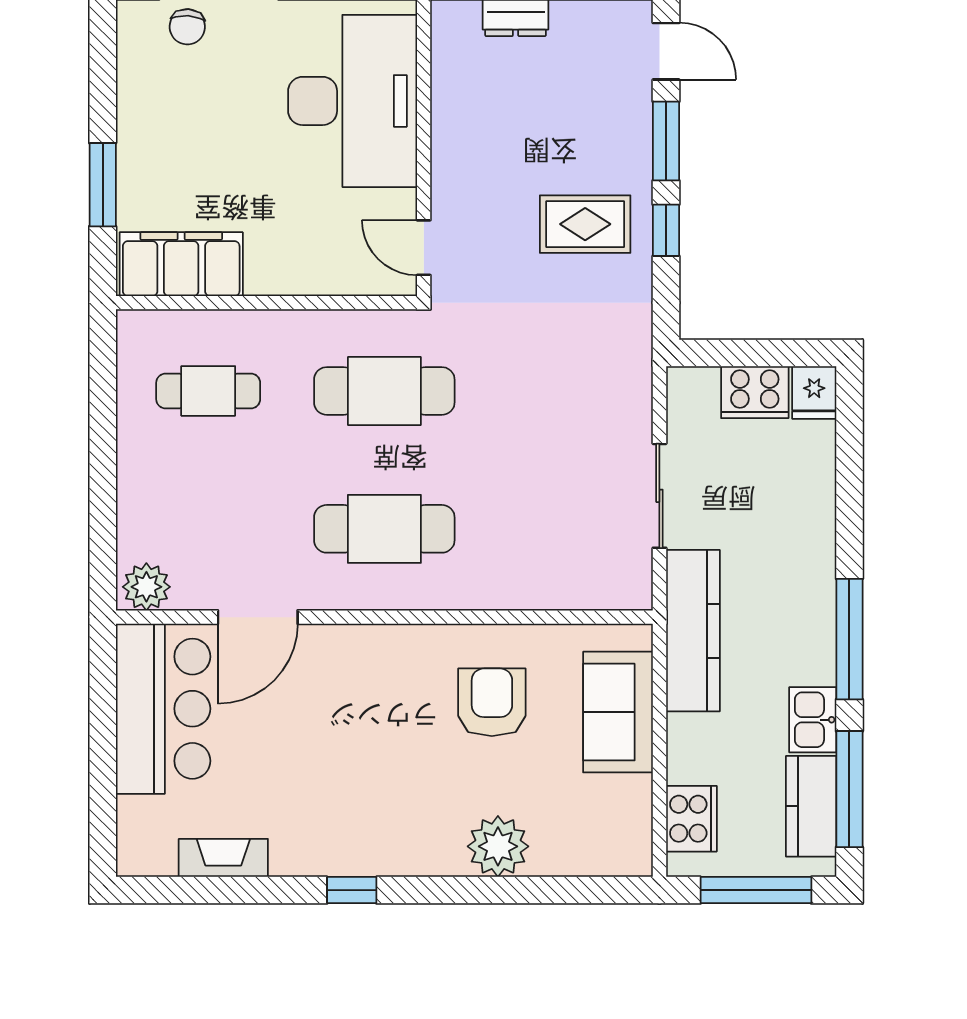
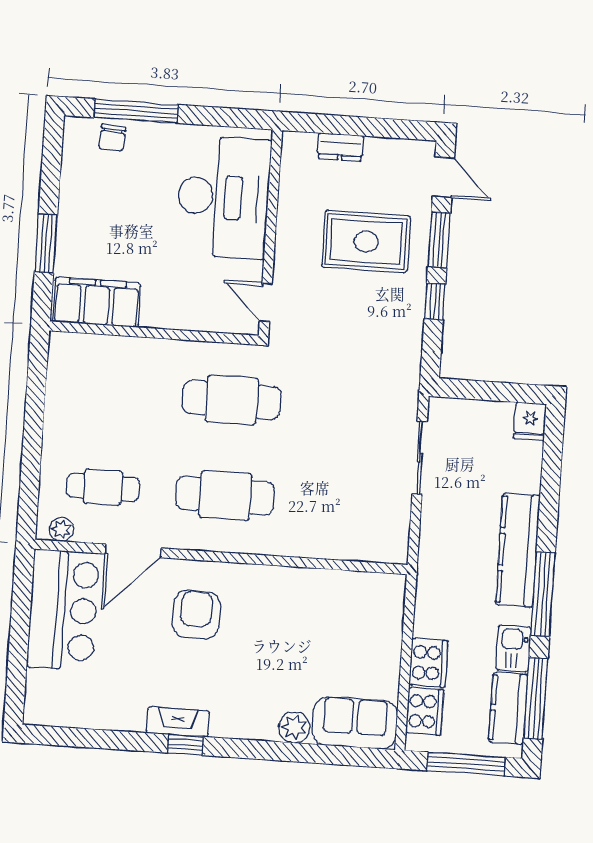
rug: (585, 224) -> (366, 242), moved, width x1.36, depth x1.43
cafe table: (208, 391) -> (103, 487), moved
cooker: (755, 392) -> (428, 663), moved, turned -90
sliding door: (659, 496) -> (420, 458), moved
plant: (146, 587) -> (61, 529), width x0.73, depth x0.73
kitchen counter: (693, 631) -> (518, 550), moved, turned 180
armchair: (492, 702) -> (196, 615), moved
sofa: (618, 712) -> (355, 723), moved, turned 90
plant: (498, 846) -> (294, 727), width x0.73, depth x0.73
fireplace: (223, 858) -> (178, 722), moved

